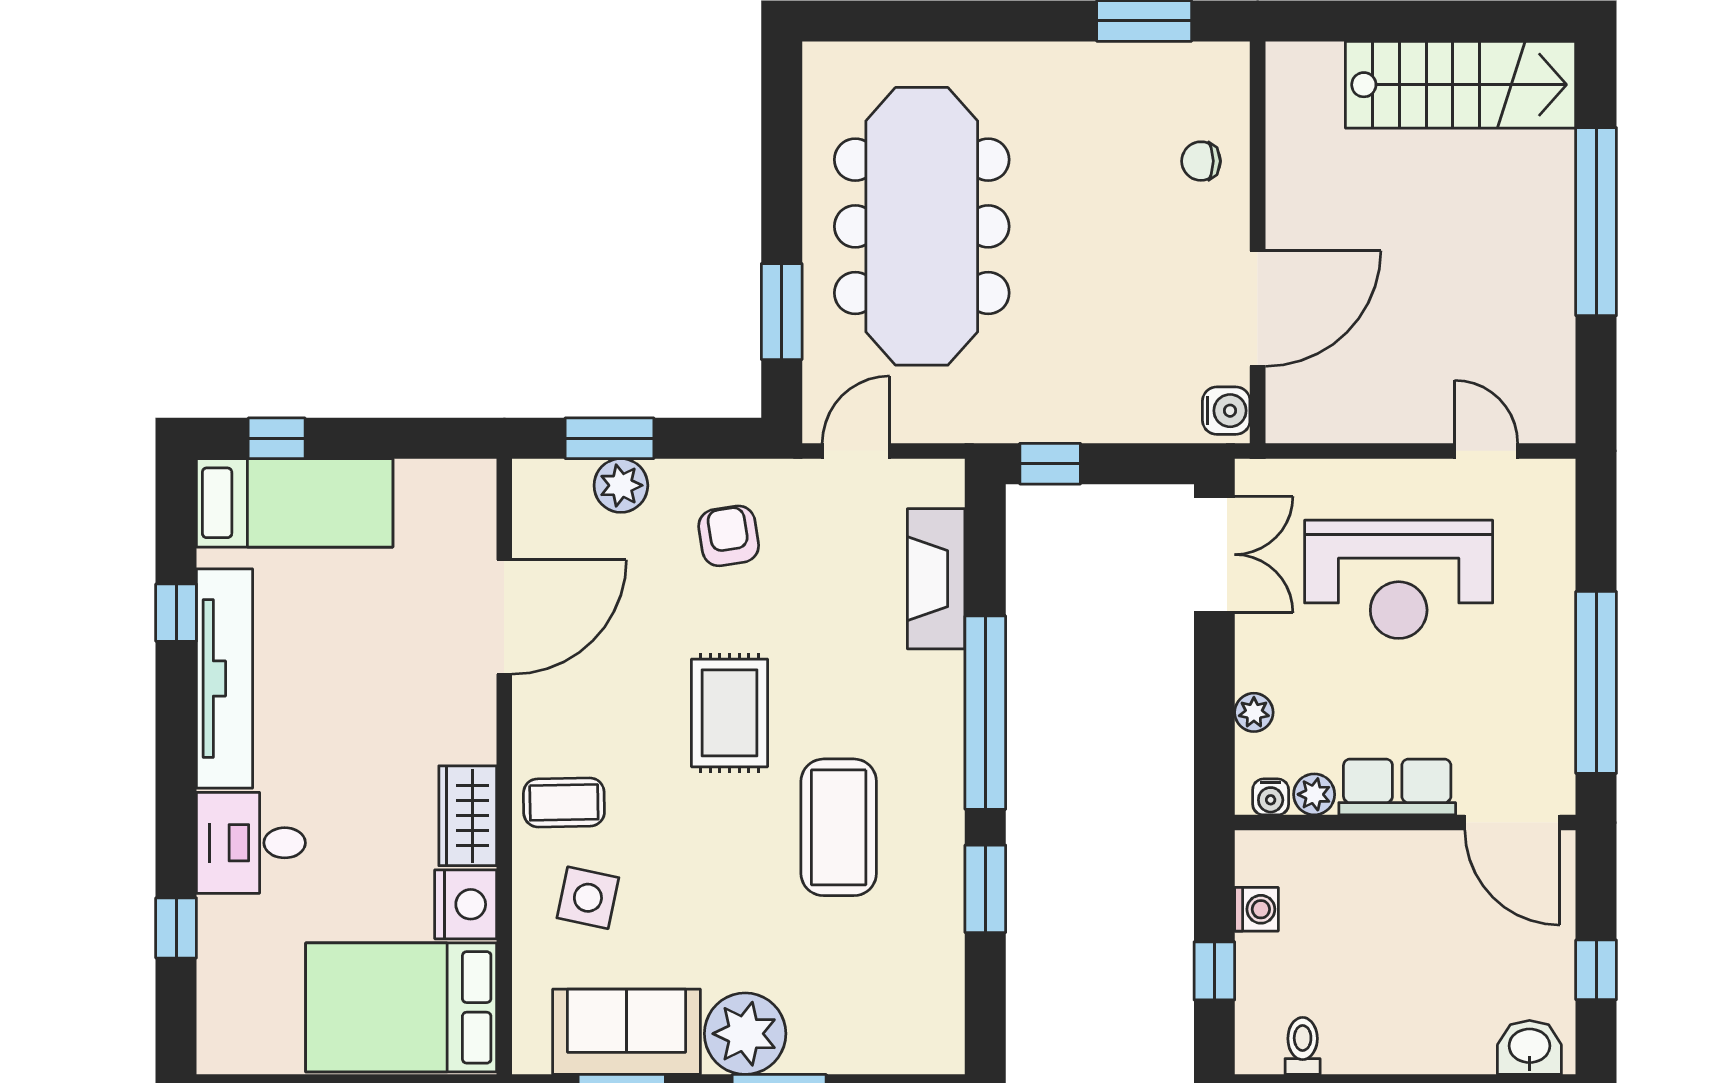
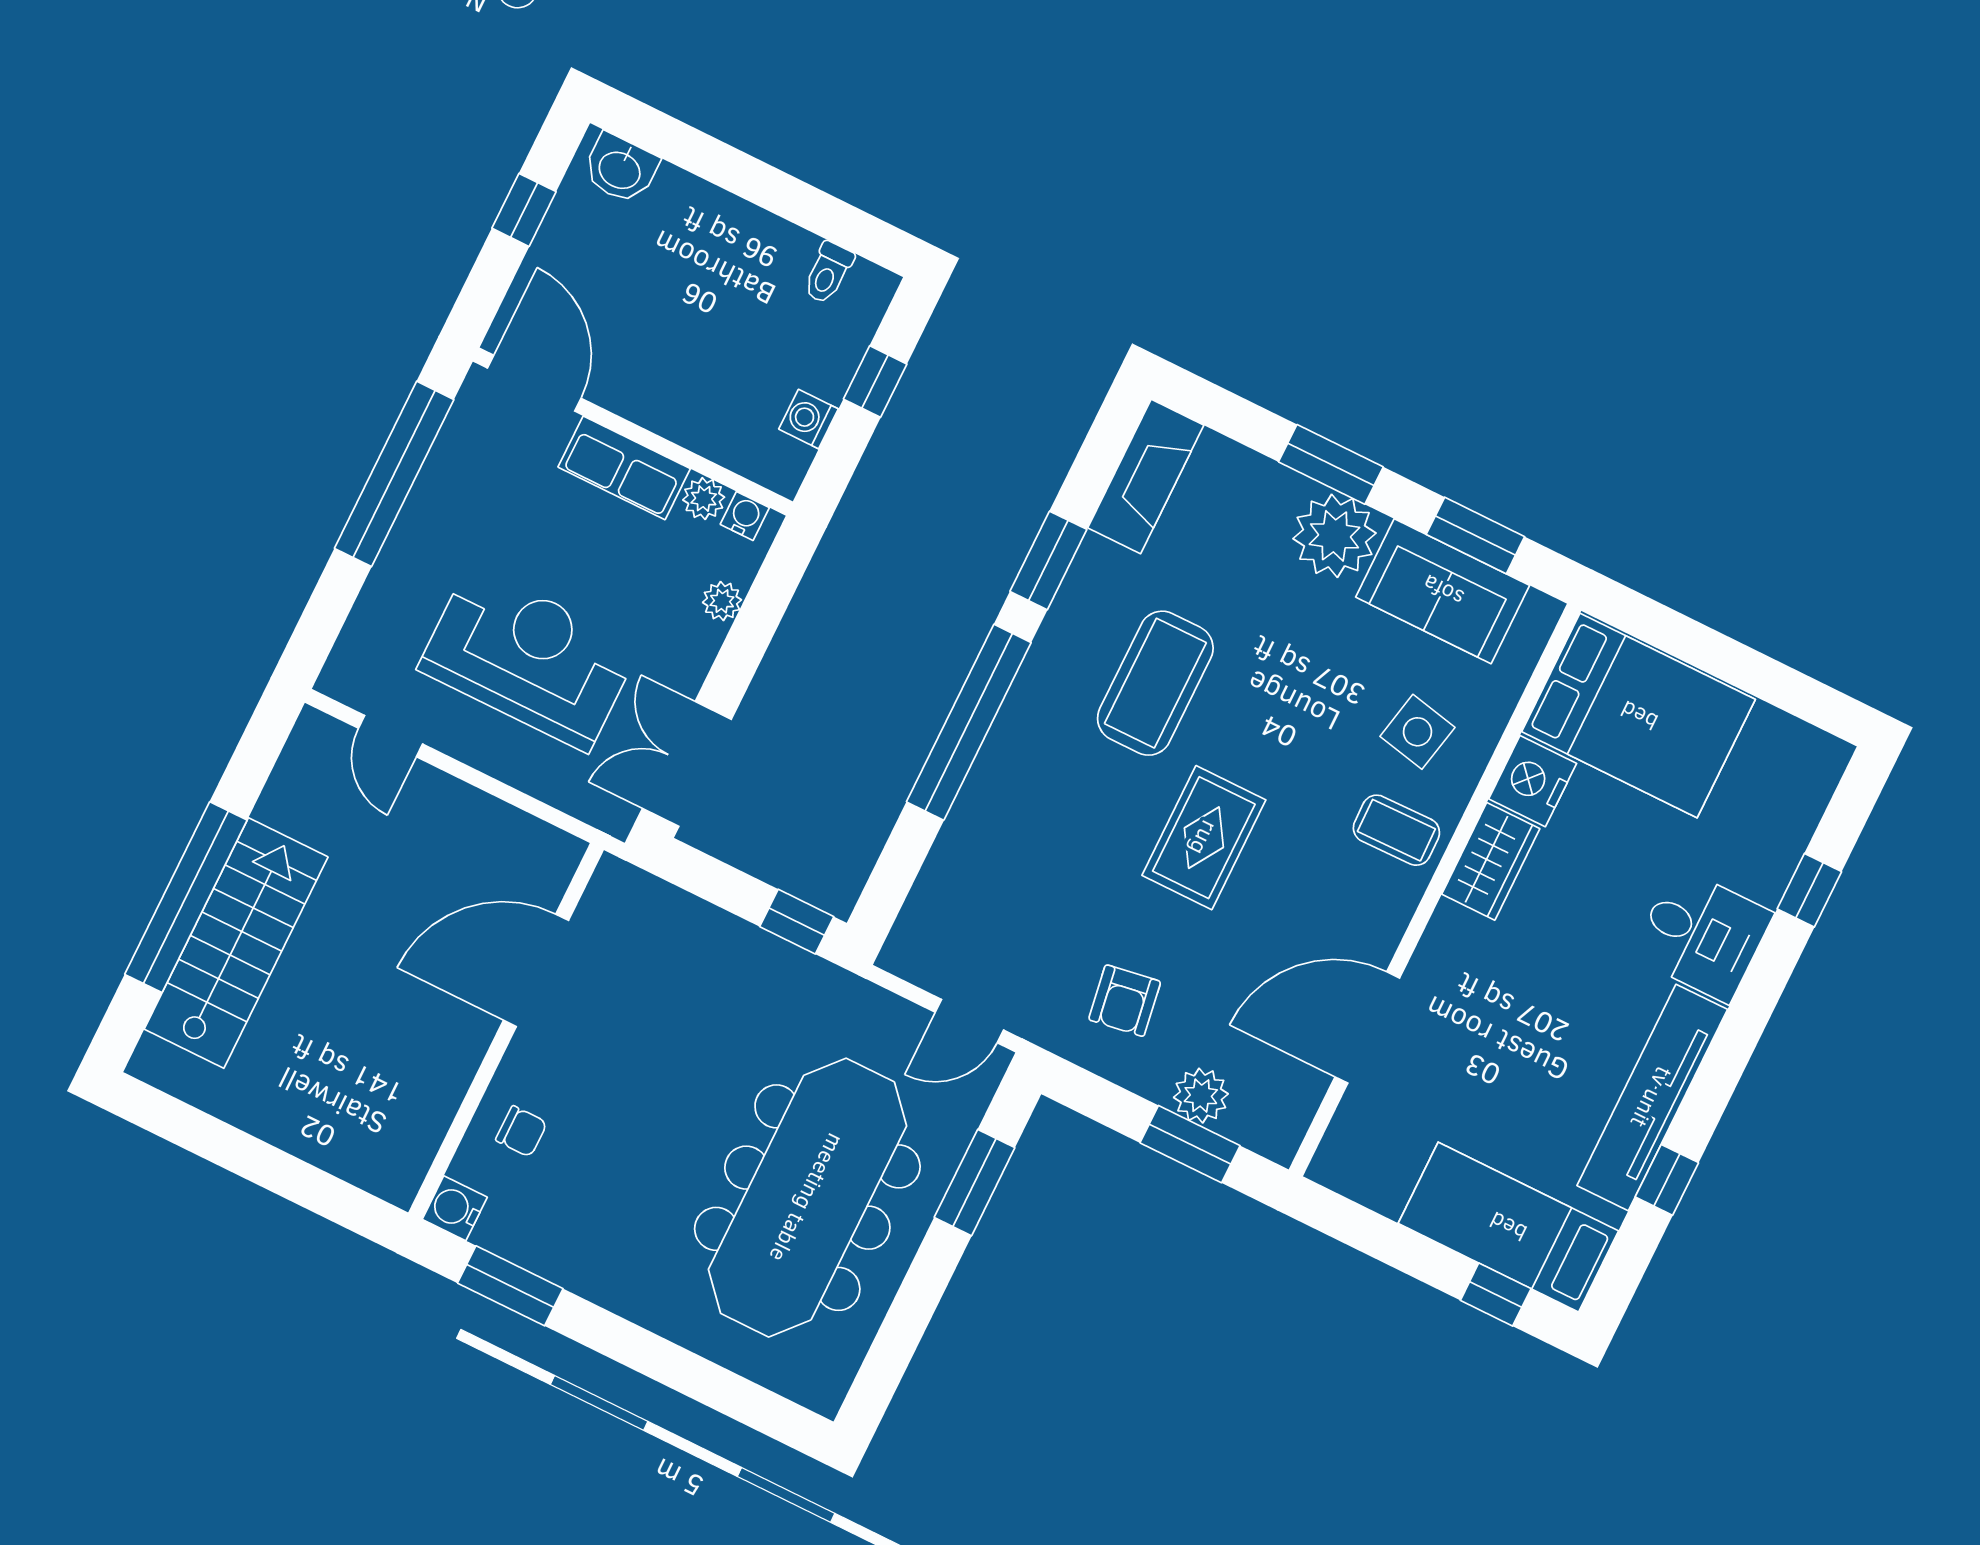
stairs: (1461, 85) -> (236, 943), moved, turned 90
water cooler: (1226, 411) -> (455, 1208), moved
fireplace: (936, 579) -> (1146, 476), moved

